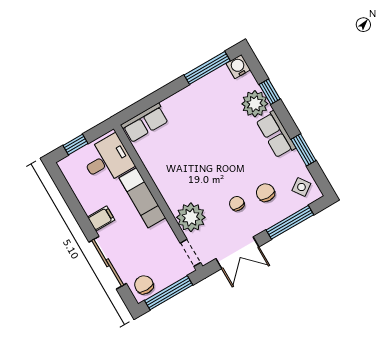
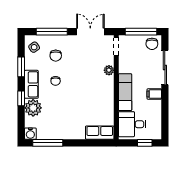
window: (270, 92) -> (21, 98), moved
chair: (237, 204) -> (56, 81), moved
plant: (191, 217) -> (109, 70), width x0.53, depth x0.53

